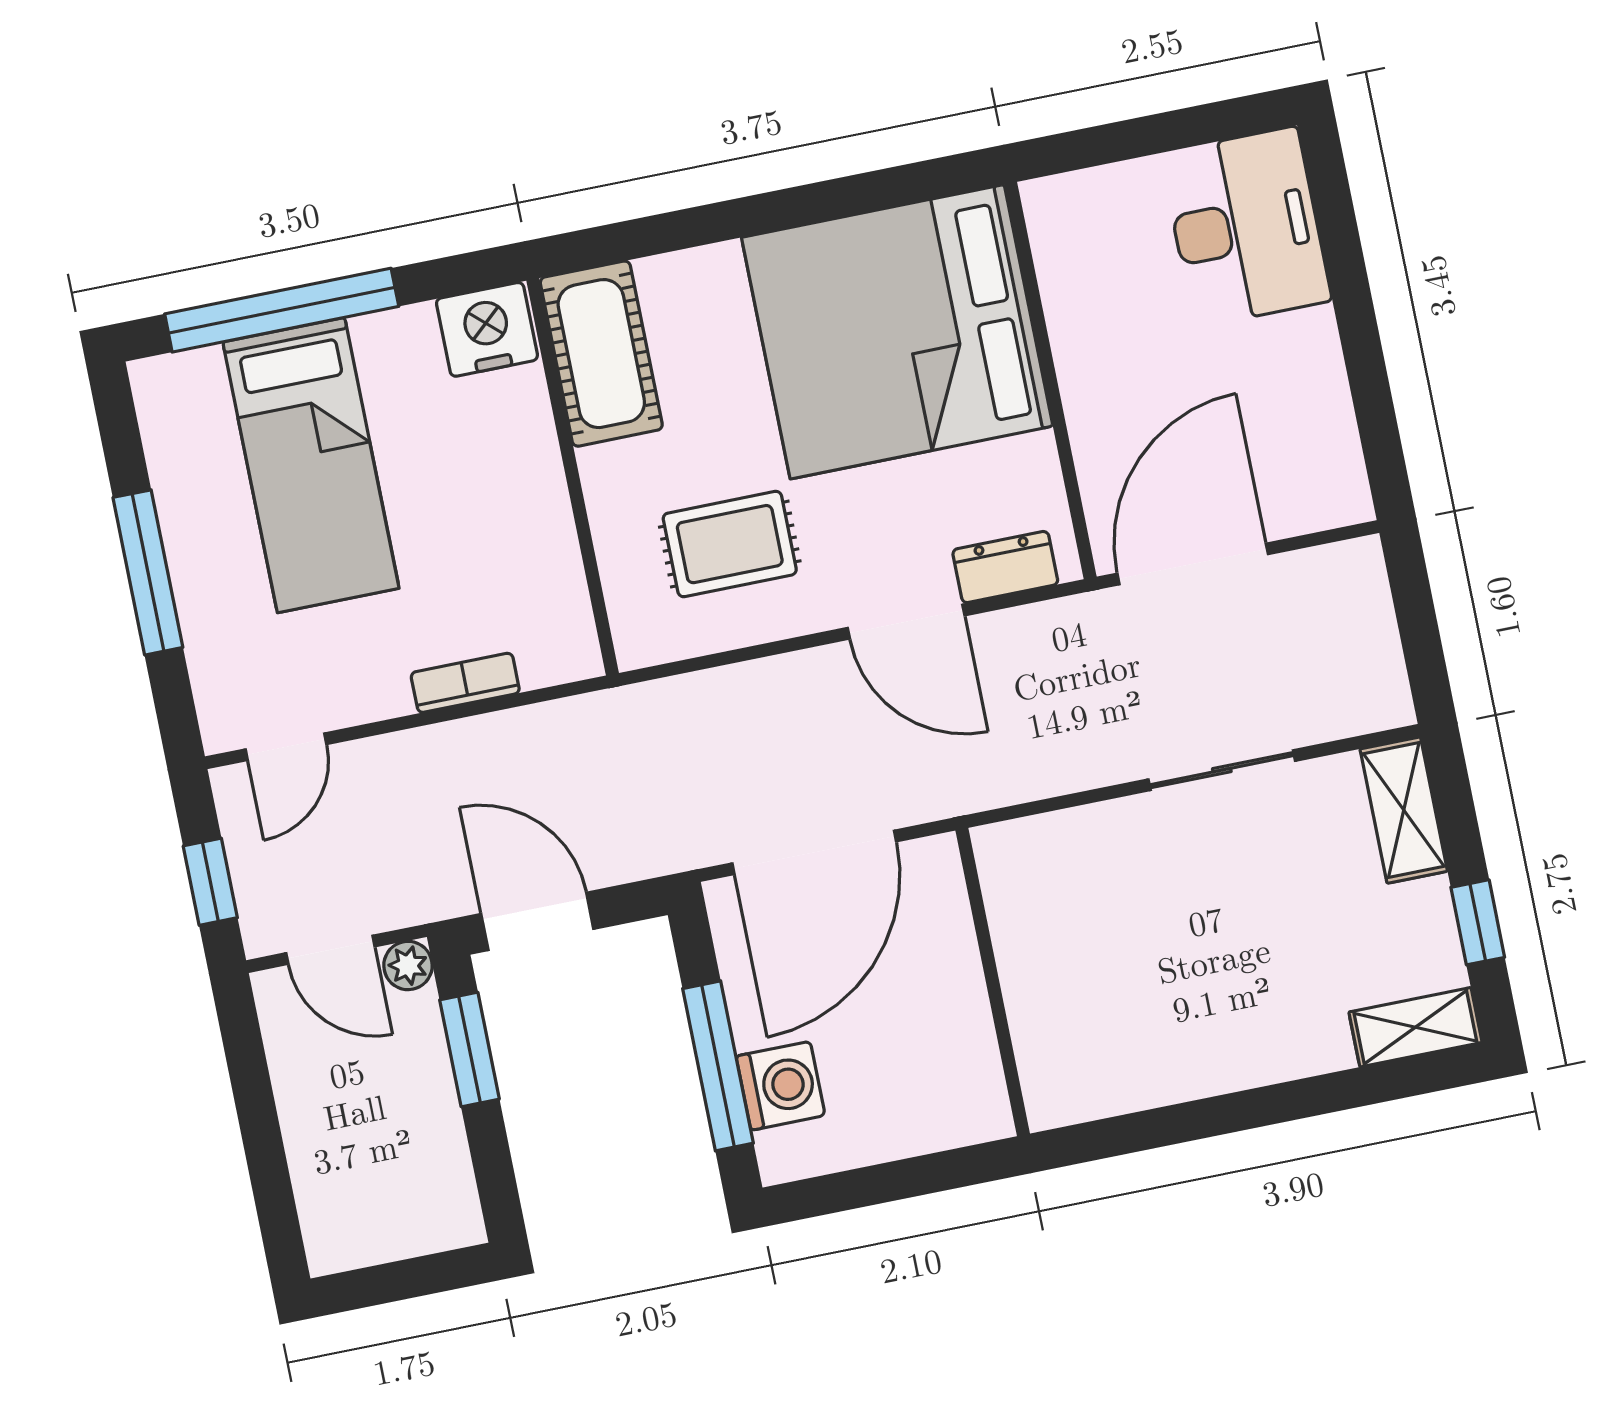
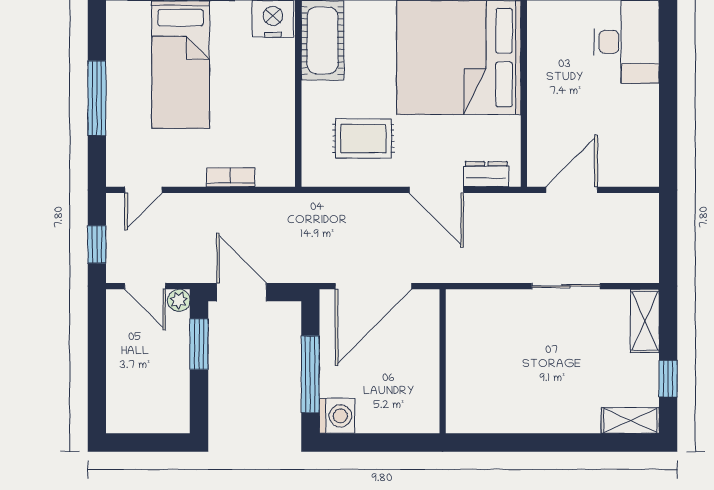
door: (1193, 564) -> (572, 190), width x0.73
washing machine: (781, 1086) -> (337, 416), moved

